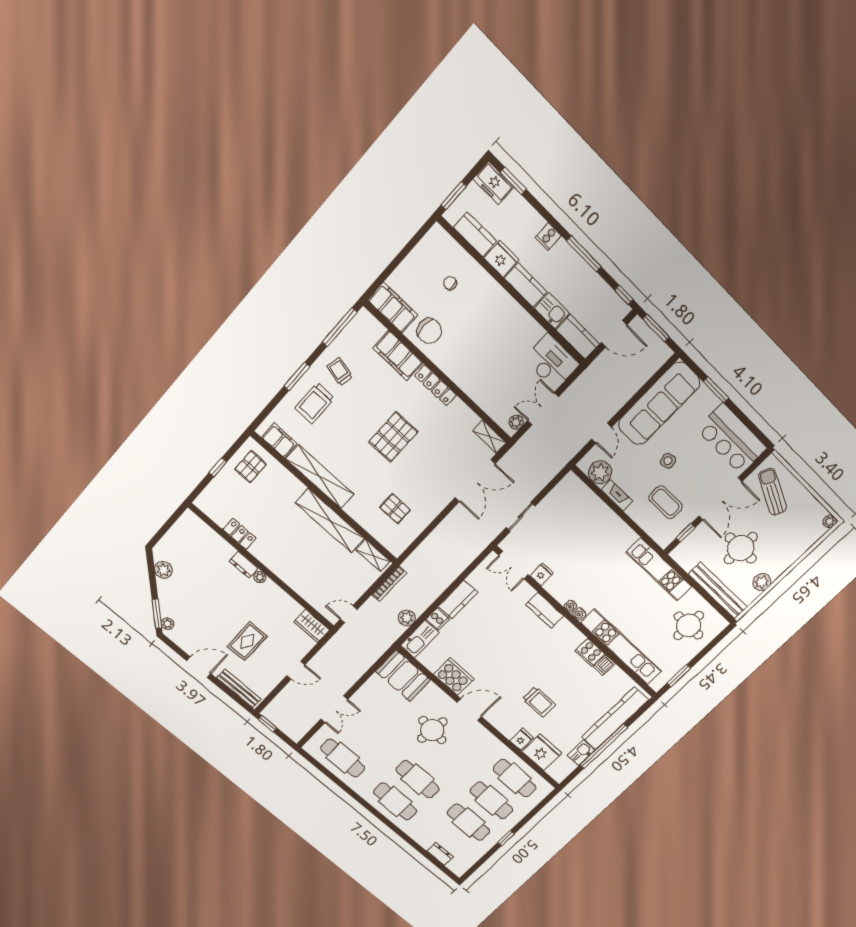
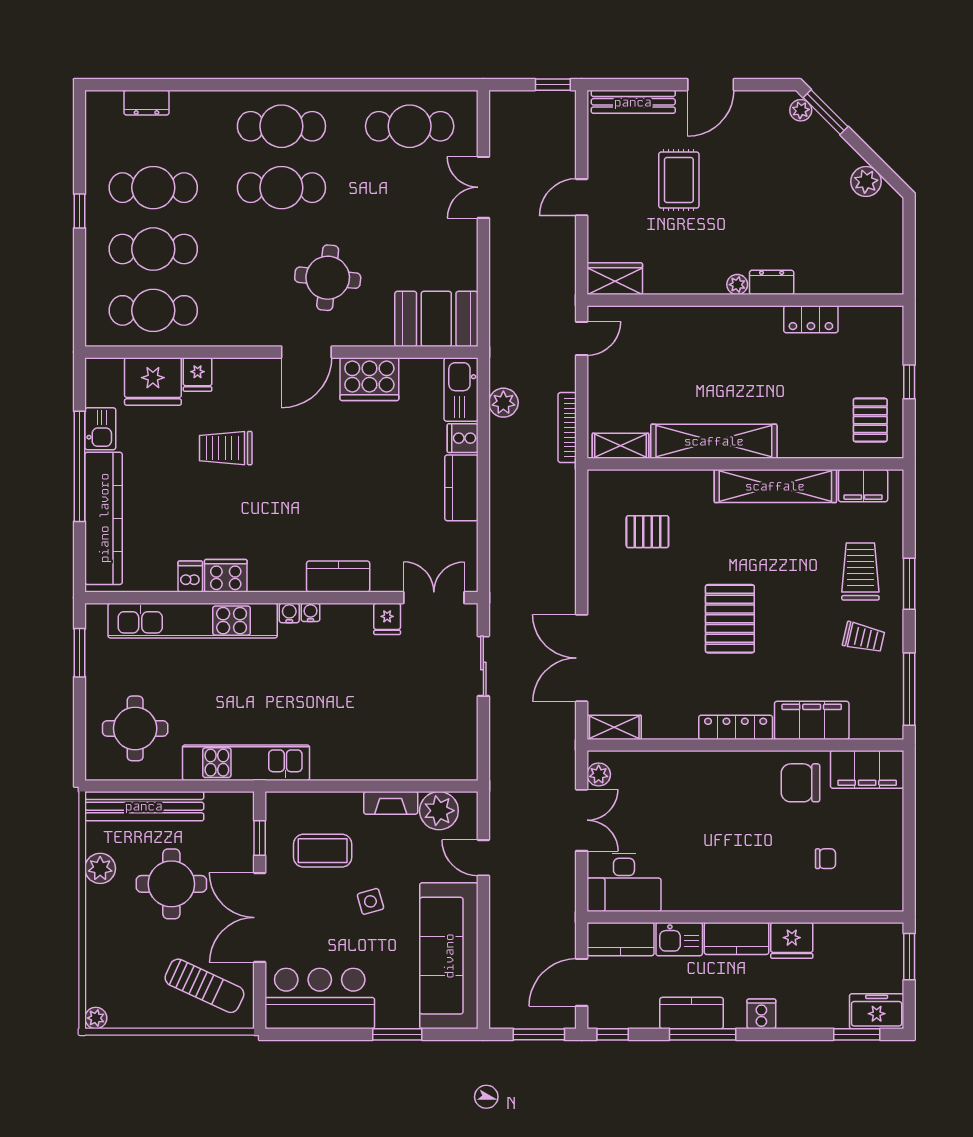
kitchen counter: (475, 234) -> (692, 1013), moved, turned 180

